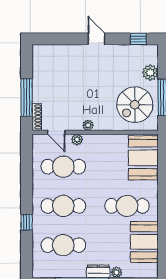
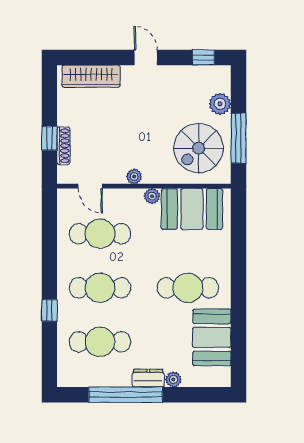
wardrobe: (57, 53) -> (91, 76), added
window: (27, 97) -> (49, 138), width x0.46
shoe rack: (37, 117) -> (63, 146), moved
plant: (77, 139) -> (152, 196), moved
booth: (143, 158) -> (192, 209), moved, turned 90

